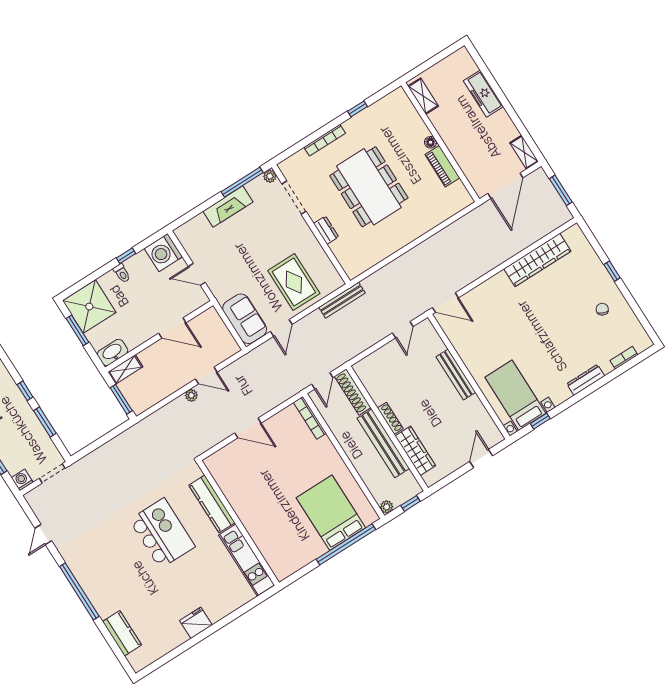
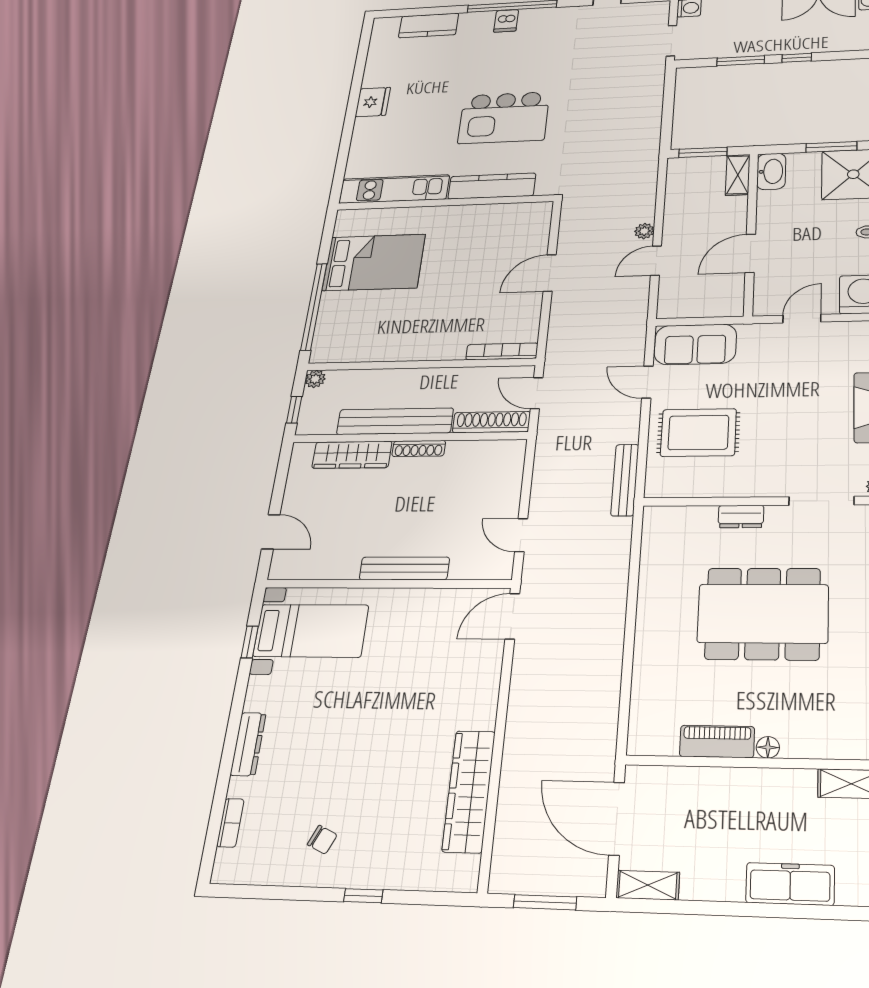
bed: (331, 513) -> (374, 262), moved
dishwasher: (92, 587) -> (506, 21), added

